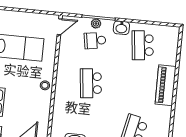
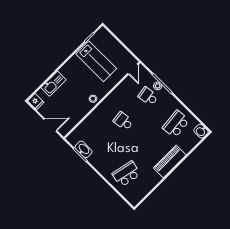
door: (60, 27) -> (133, 69), hinge flipped
washbasin: (121, 28) -> (201, 131), moved
school desk: (91, 83) -> (123, 121), width x0.54

